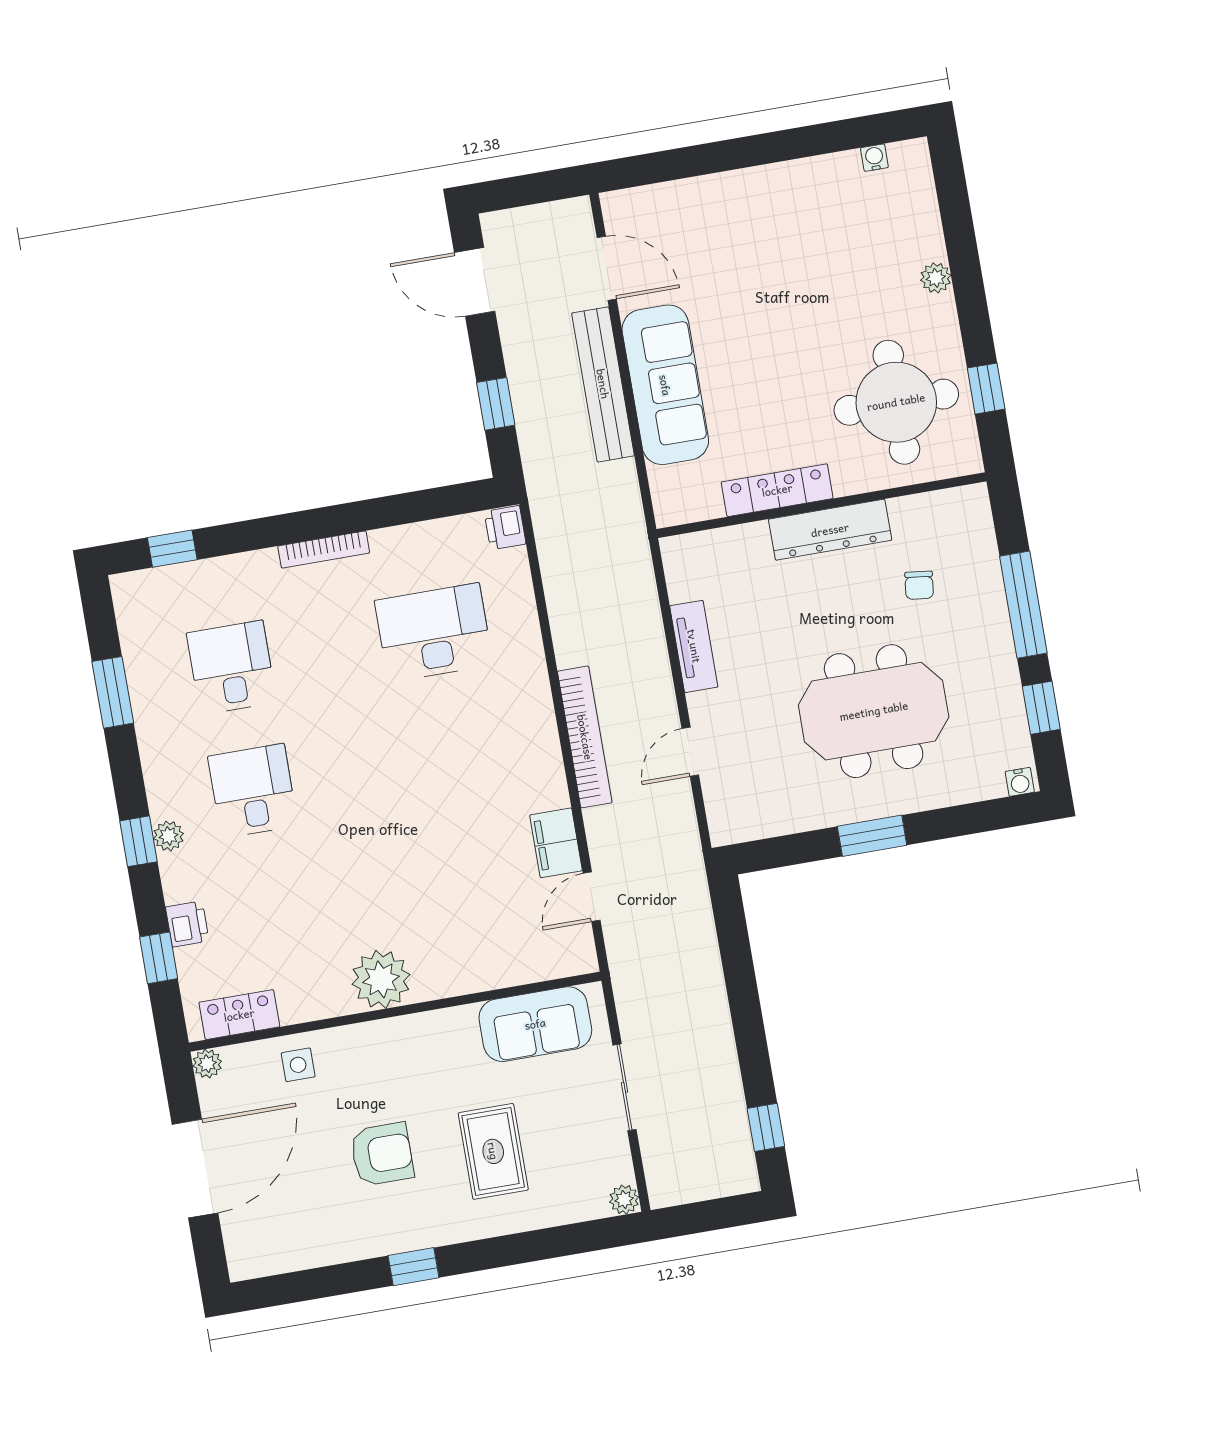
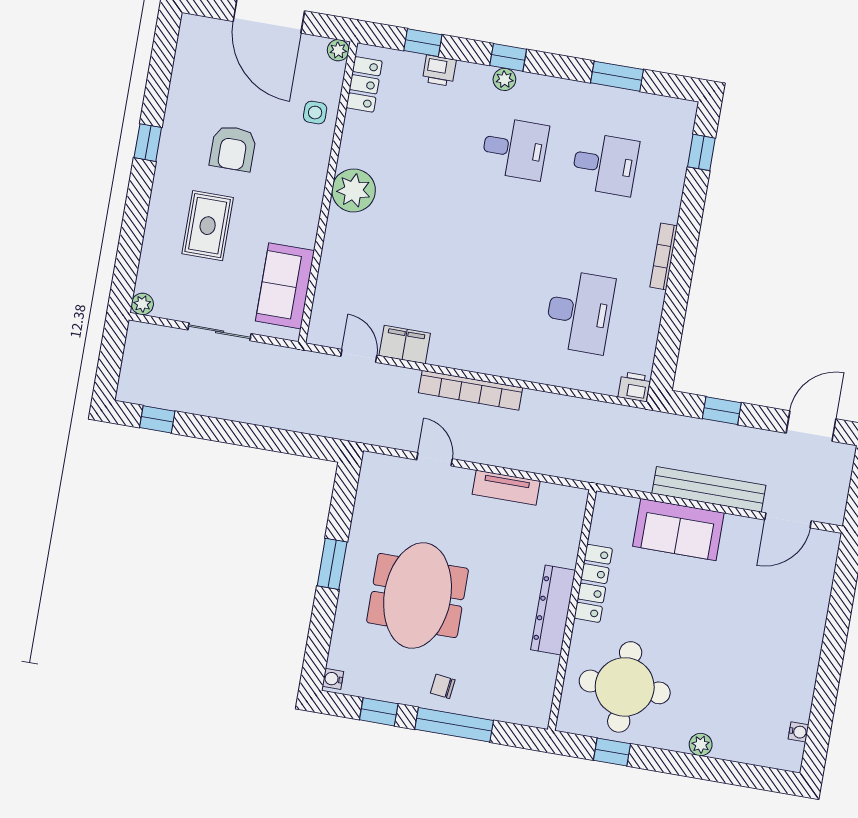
sofa: (665, 385) -> (678, 530), width x0.73
chair: (919, 585) -> (443, 686), moved
rug: (493, 1151) -> (208, 226), turned 90

